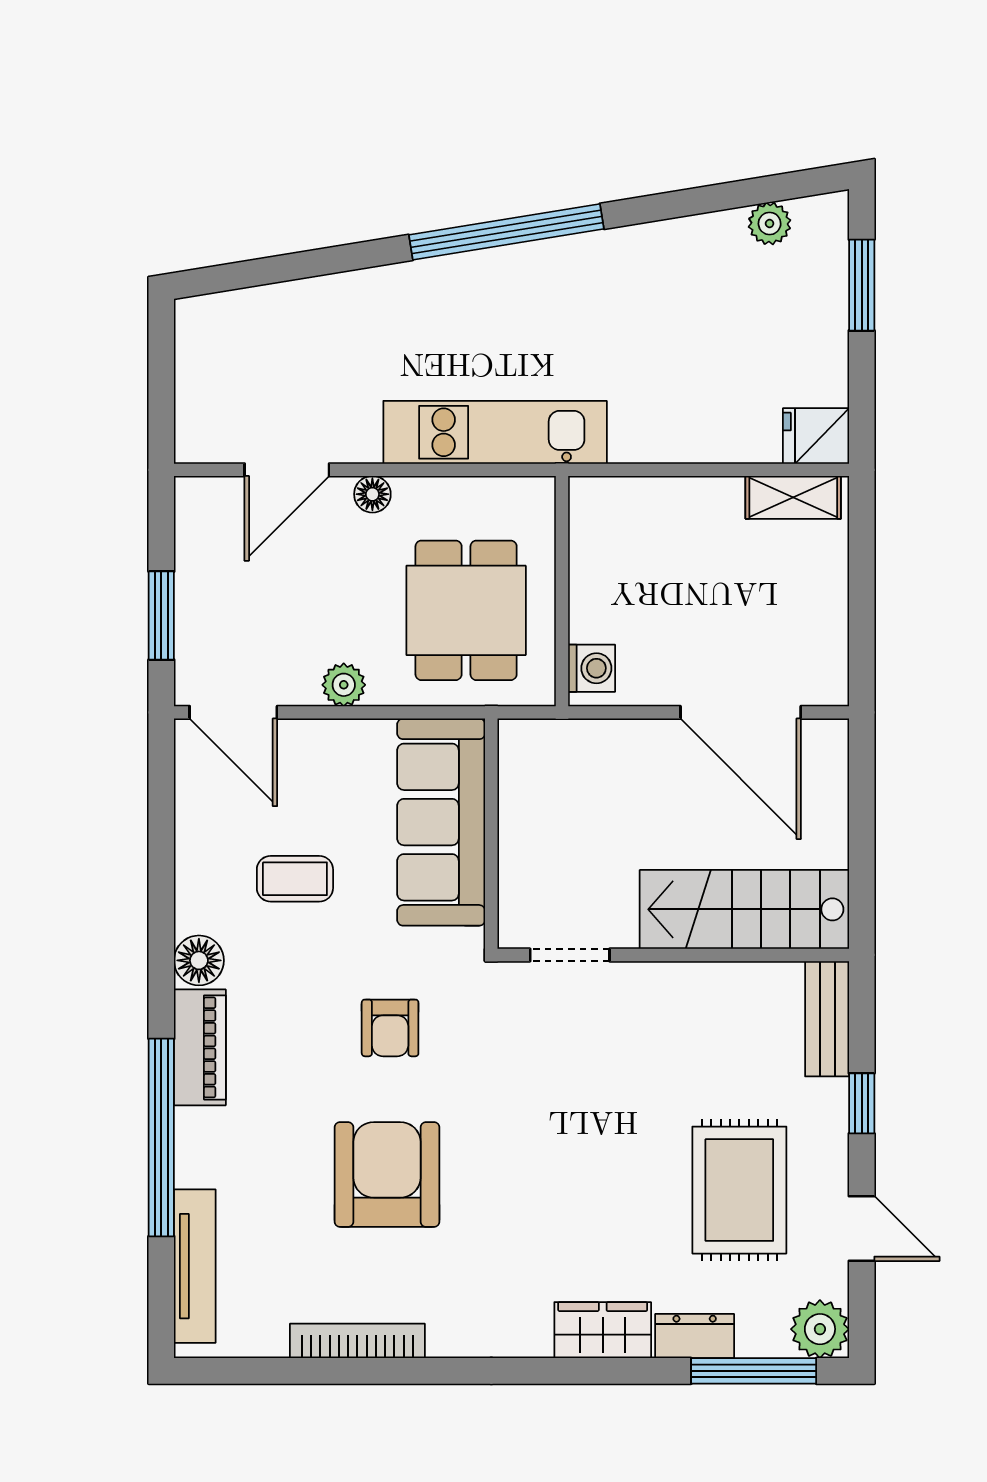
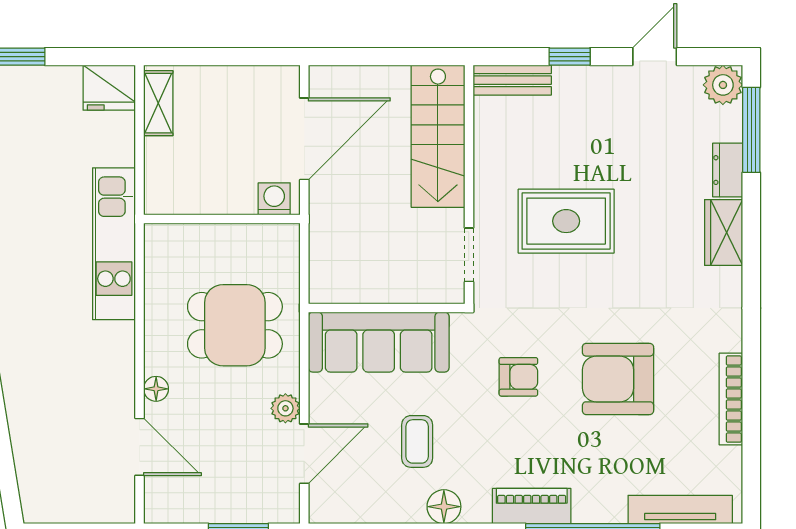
kitchen unit: (495, 432) -> (114, 244), moved
fridge: (816, 436) -> (109, 88), width x1.38
wall: (562, 591) -> (222, 219), moved
washing machine: (592, 668) -> (274, 199), moved
door: (233, 712) -> (304, 454), moved
floor lamp: (199, 960) -> (444, 507), moved
rug: (739, 1190) -> (566, 221), moved

